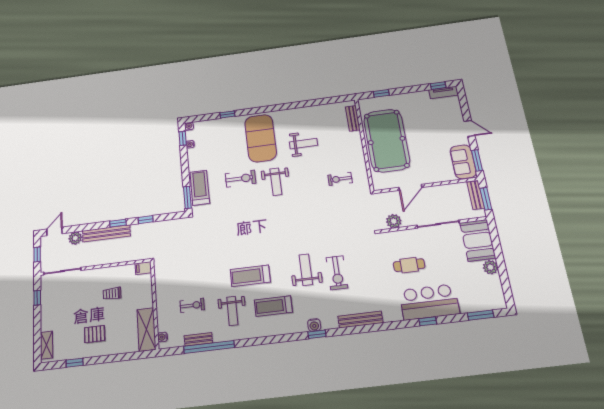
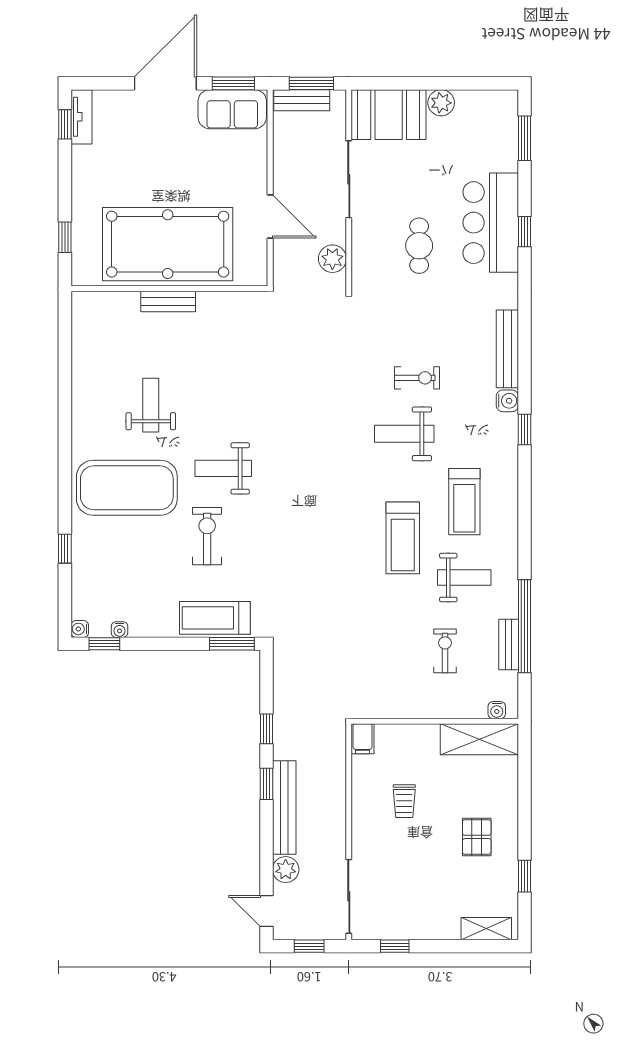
bench: (353, 118) -> (168, 301), moved
door: (469, 128) -> (165, 83), width x1.87
exercise bike: (340, 179) -> (235, 345), removed
weight bench: (276, 182) -> (223, 468), turned 180
exercise bike: (337, 273) -> (417, 378), width x0.73, depth x0.72
water cooler: (314, 325) -> (507, 401), moved

